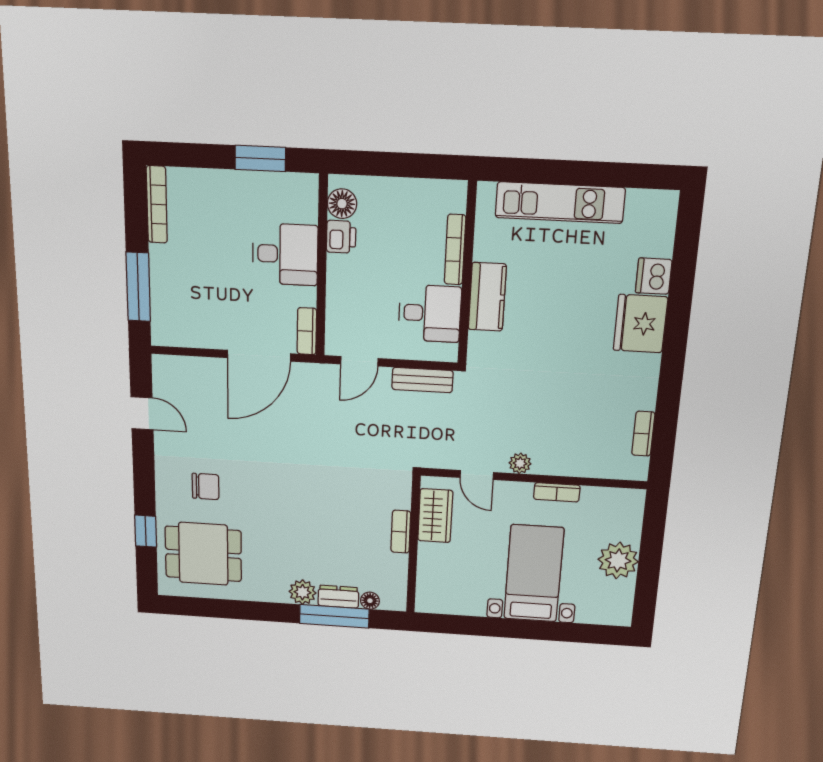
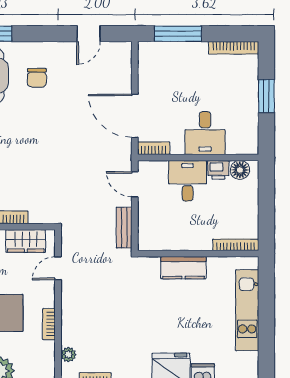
window: (260, 158) -> (266, 96), moved
bookcase: (455, 250) -> (236, 245), moved
desk: (430, 313) -> (188, 181), moved, turned 180
plant: (520, 463) -> (68, 355), moved

